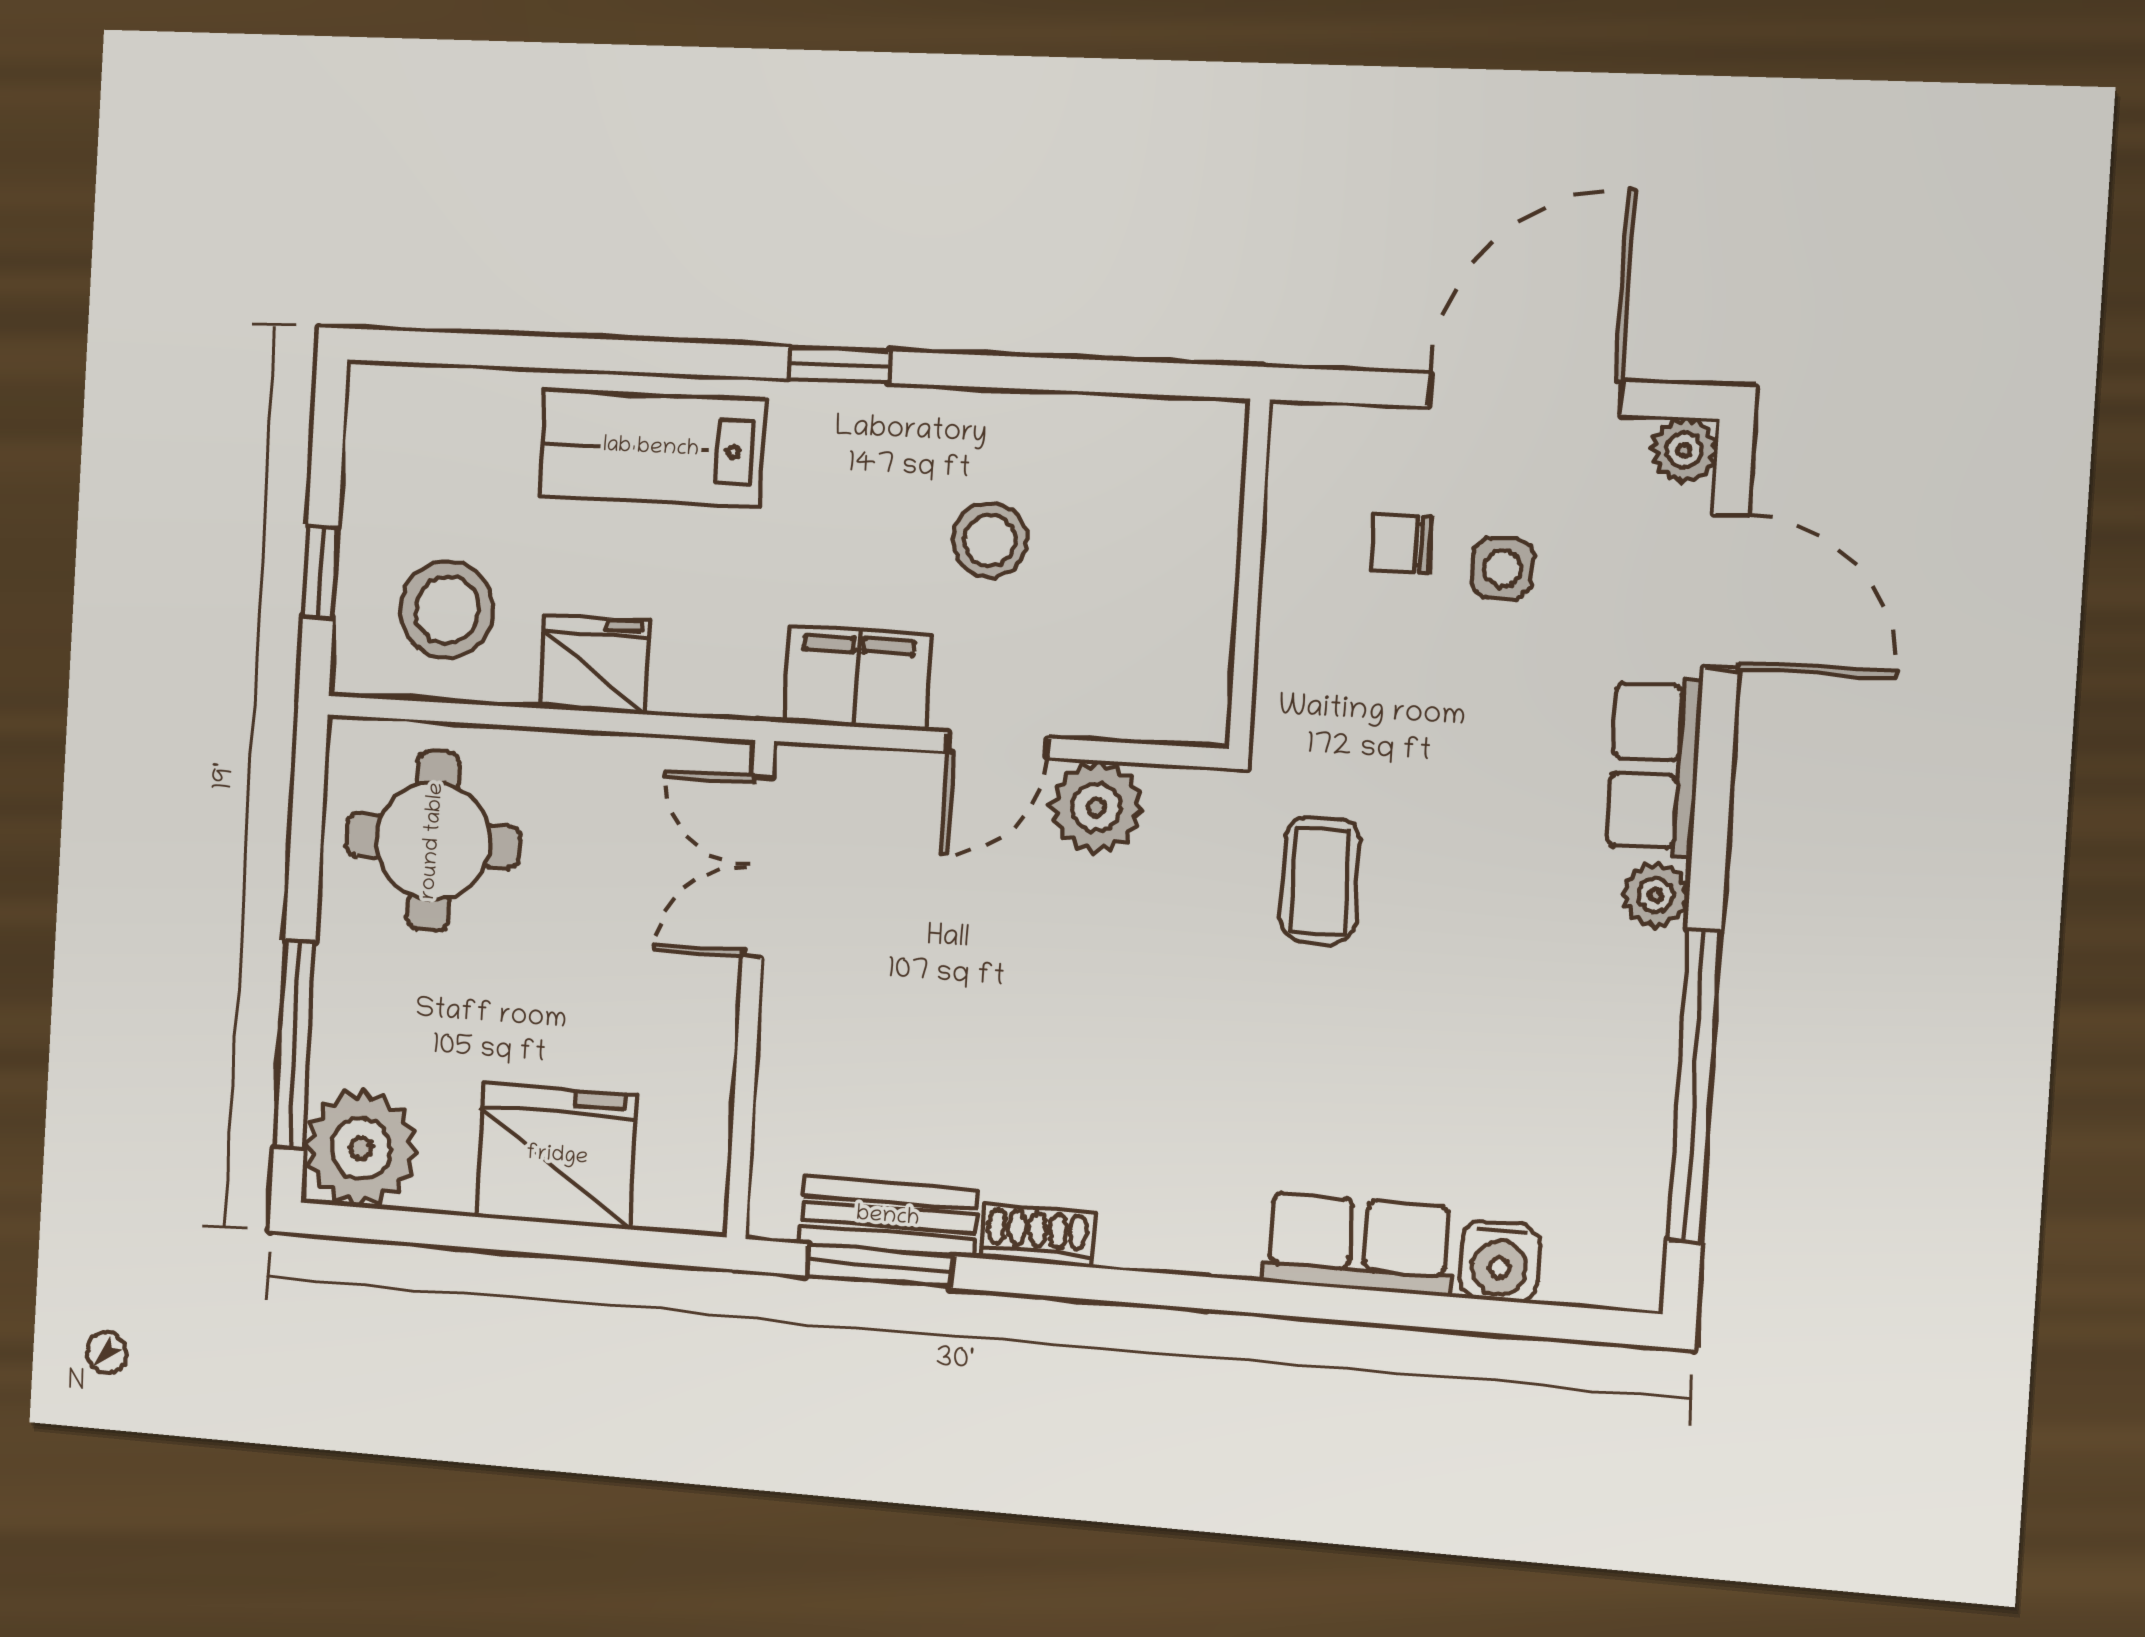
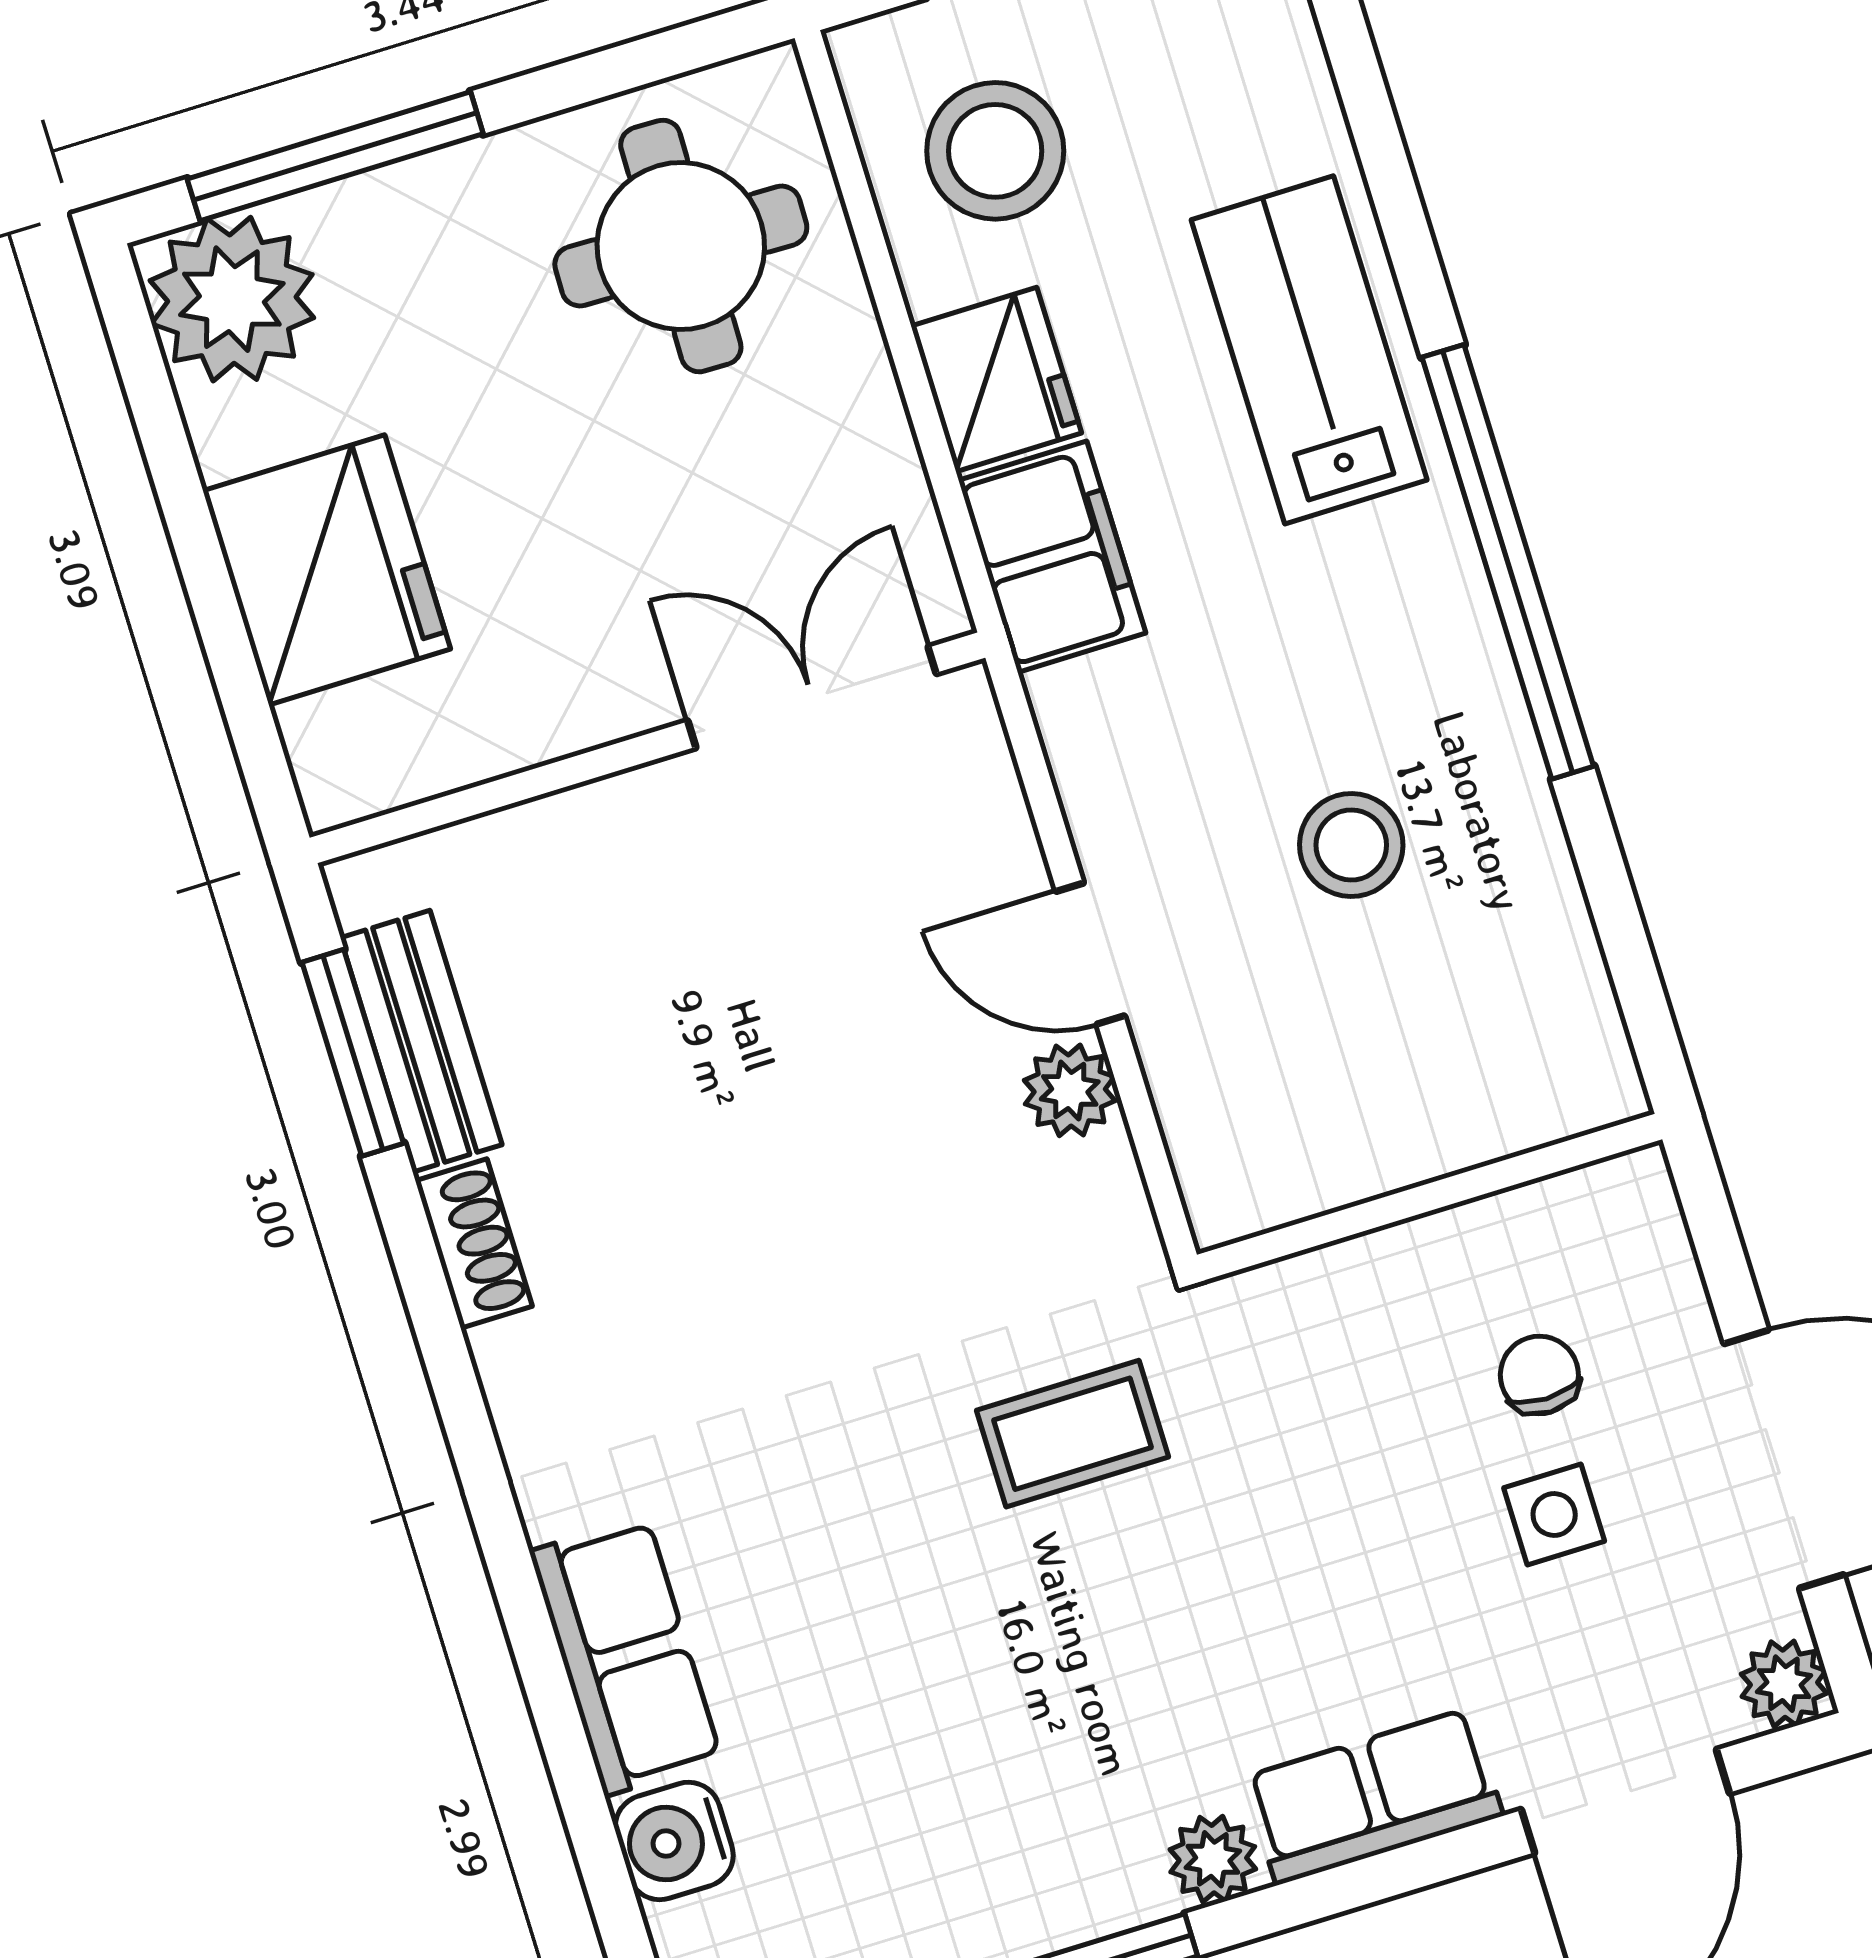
window: (840, 365) -> (1508, 562), width x3.17
filing cabinet: (857, 679) -> (1052, 557), moved
plant: (1096, 807) -> (1070, 1090), width x0.73, depth x0.73

